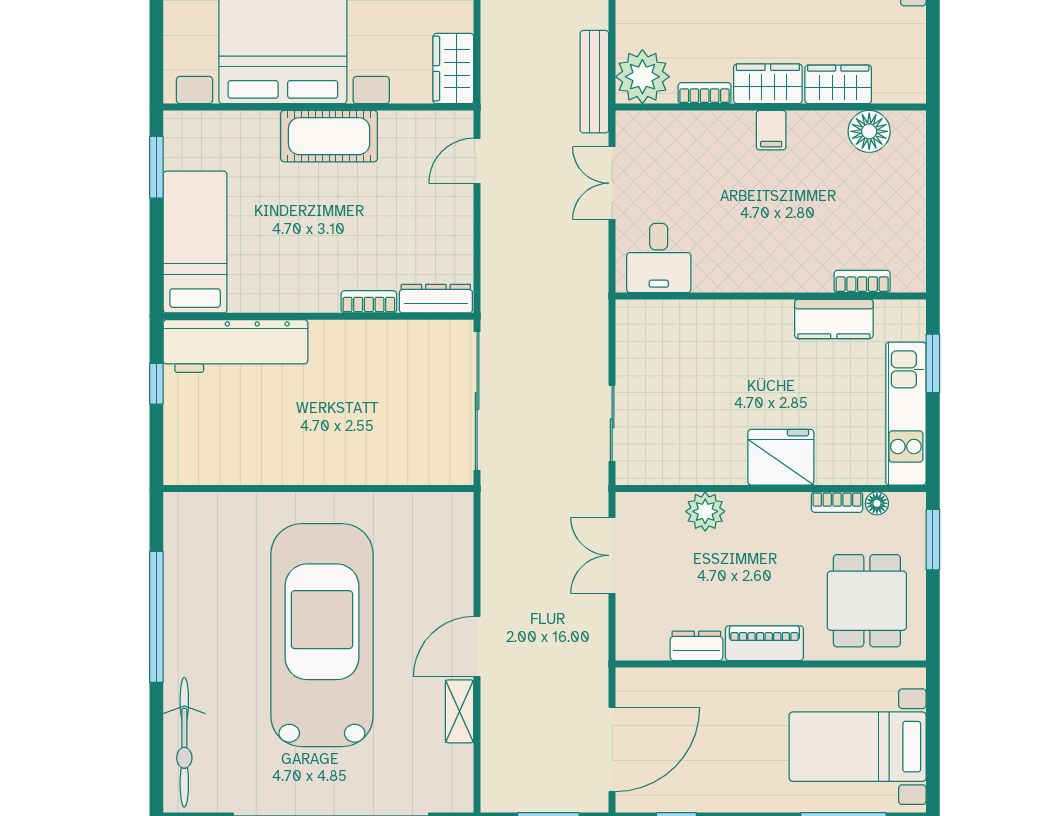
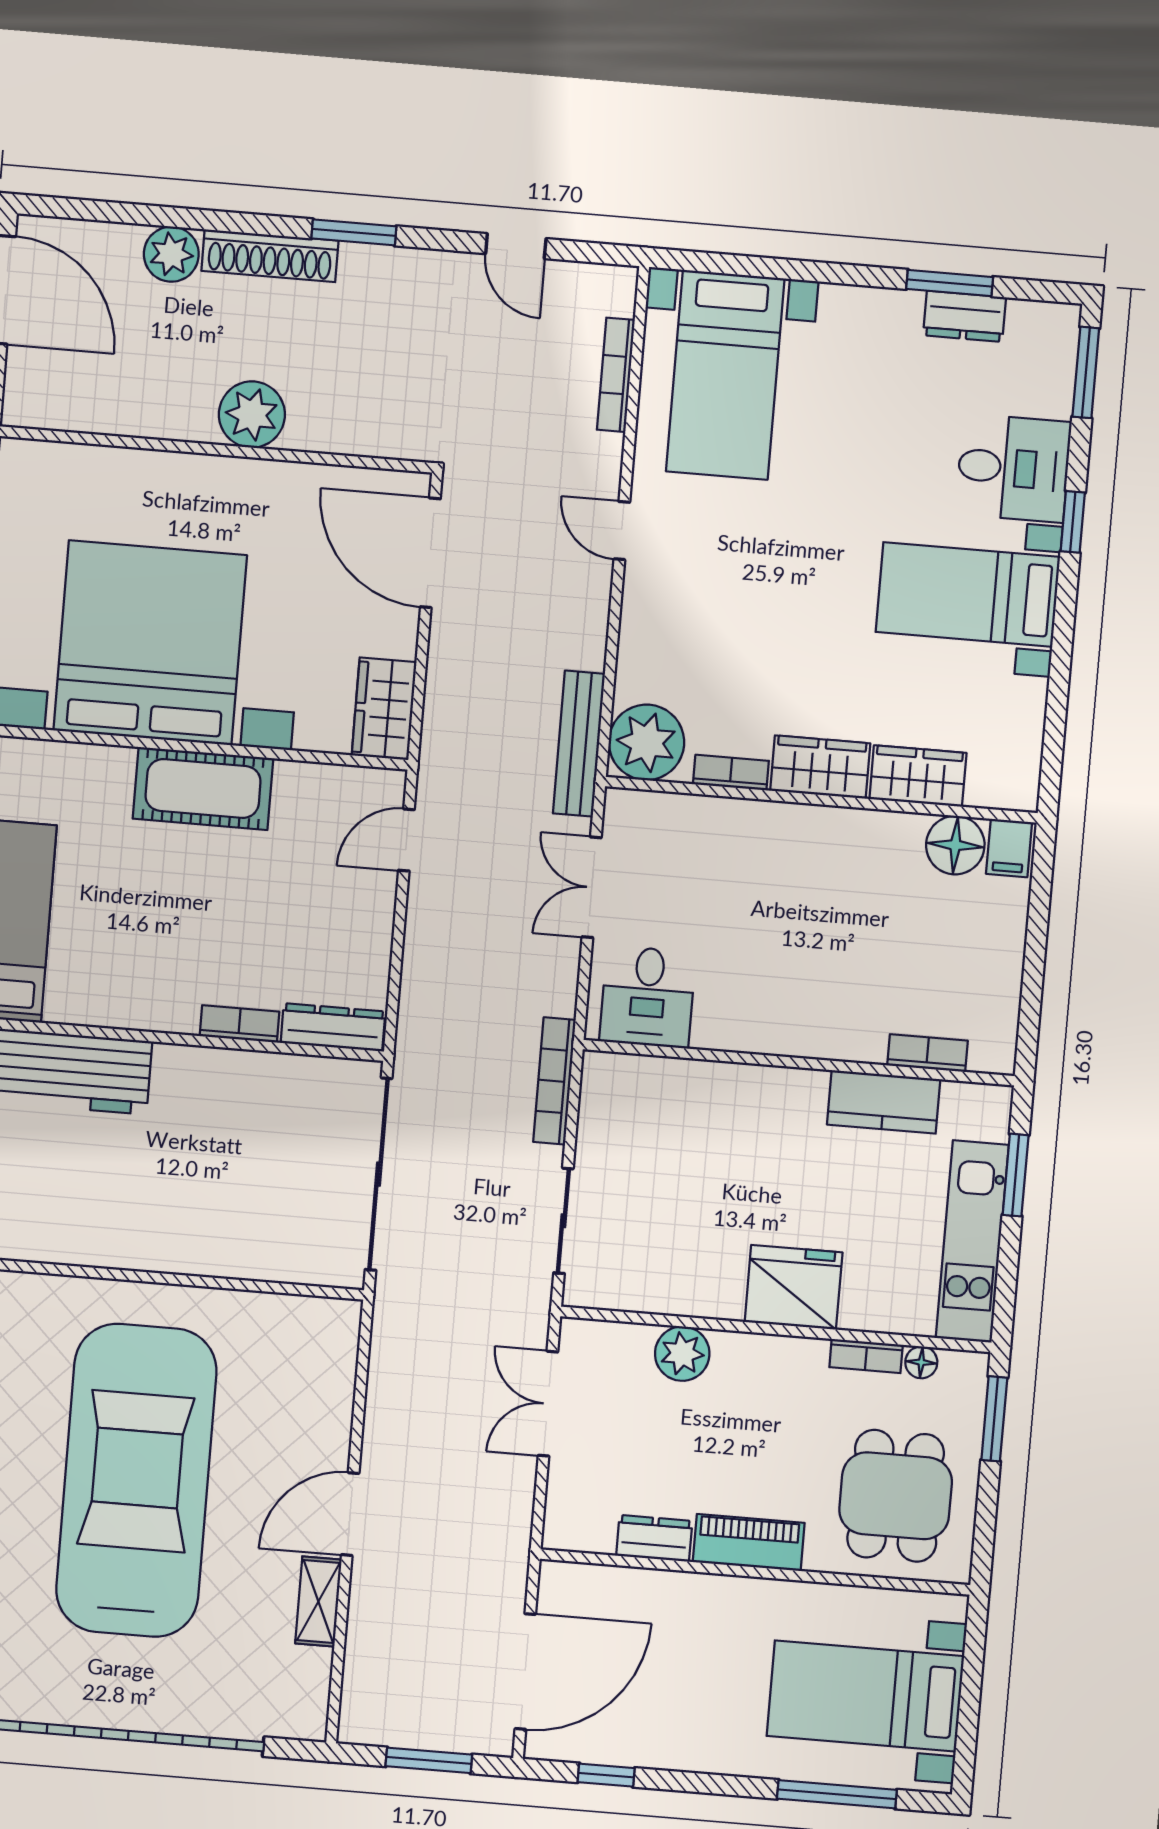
filing cabinet: (771, 130) -> (1009, 848), moved
bookcase: (597, 324) -> (554, 1081), added

